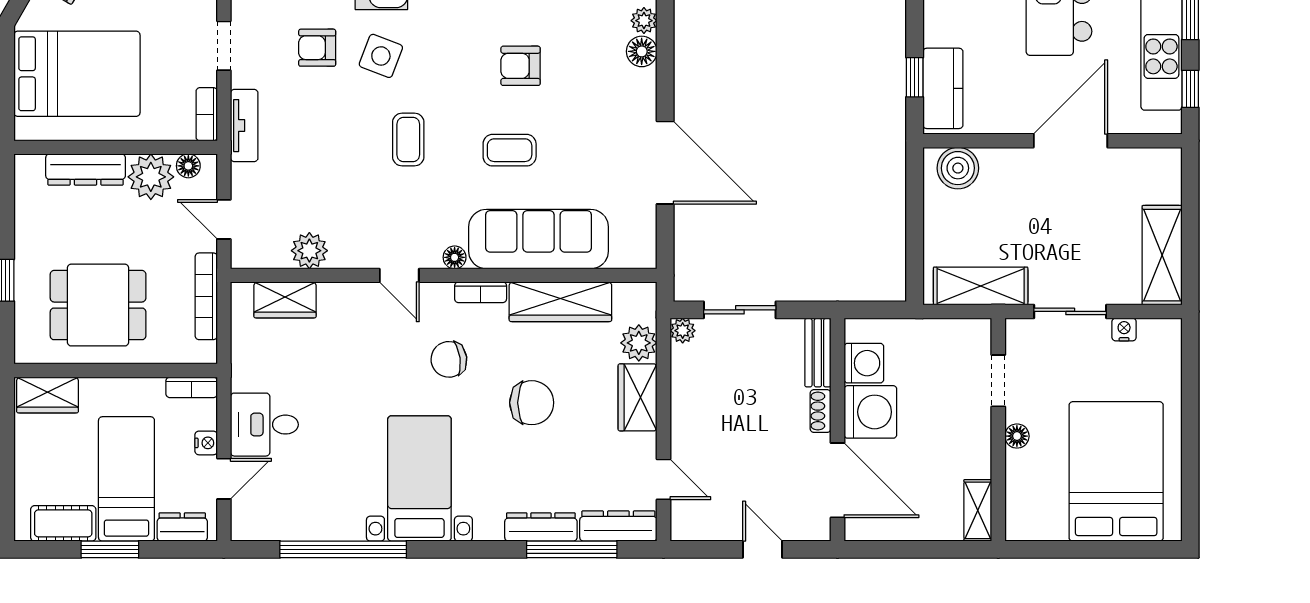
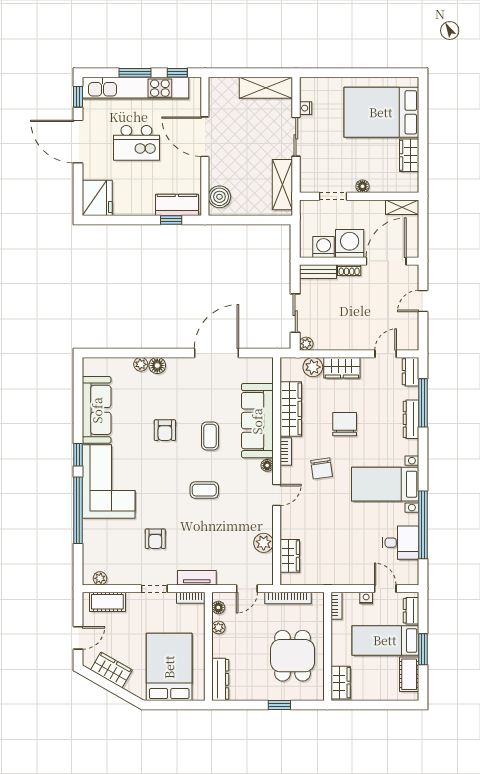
side table: (381, 56) -> (160, 505), removed
dresser: (86, 170) -> (220, 679), moved
plant: (151, 177) -> (218, 627), width x0.53, depth x0.53
doorway: (998, 381) -> (333, 196), moved
desk: (264, 425) -> (400, 543), moved, turned -90
wall: (998, 430) -> (359, 196), moved
floor lamp: (1017, 436) -> (362, 186), moved
shelving: (978, 510) -> (402, 207), moved
wardrobe: (1036, 523) -> (409, 155), added
dresser: (618, 526) -> (411, 372), width x0.70

